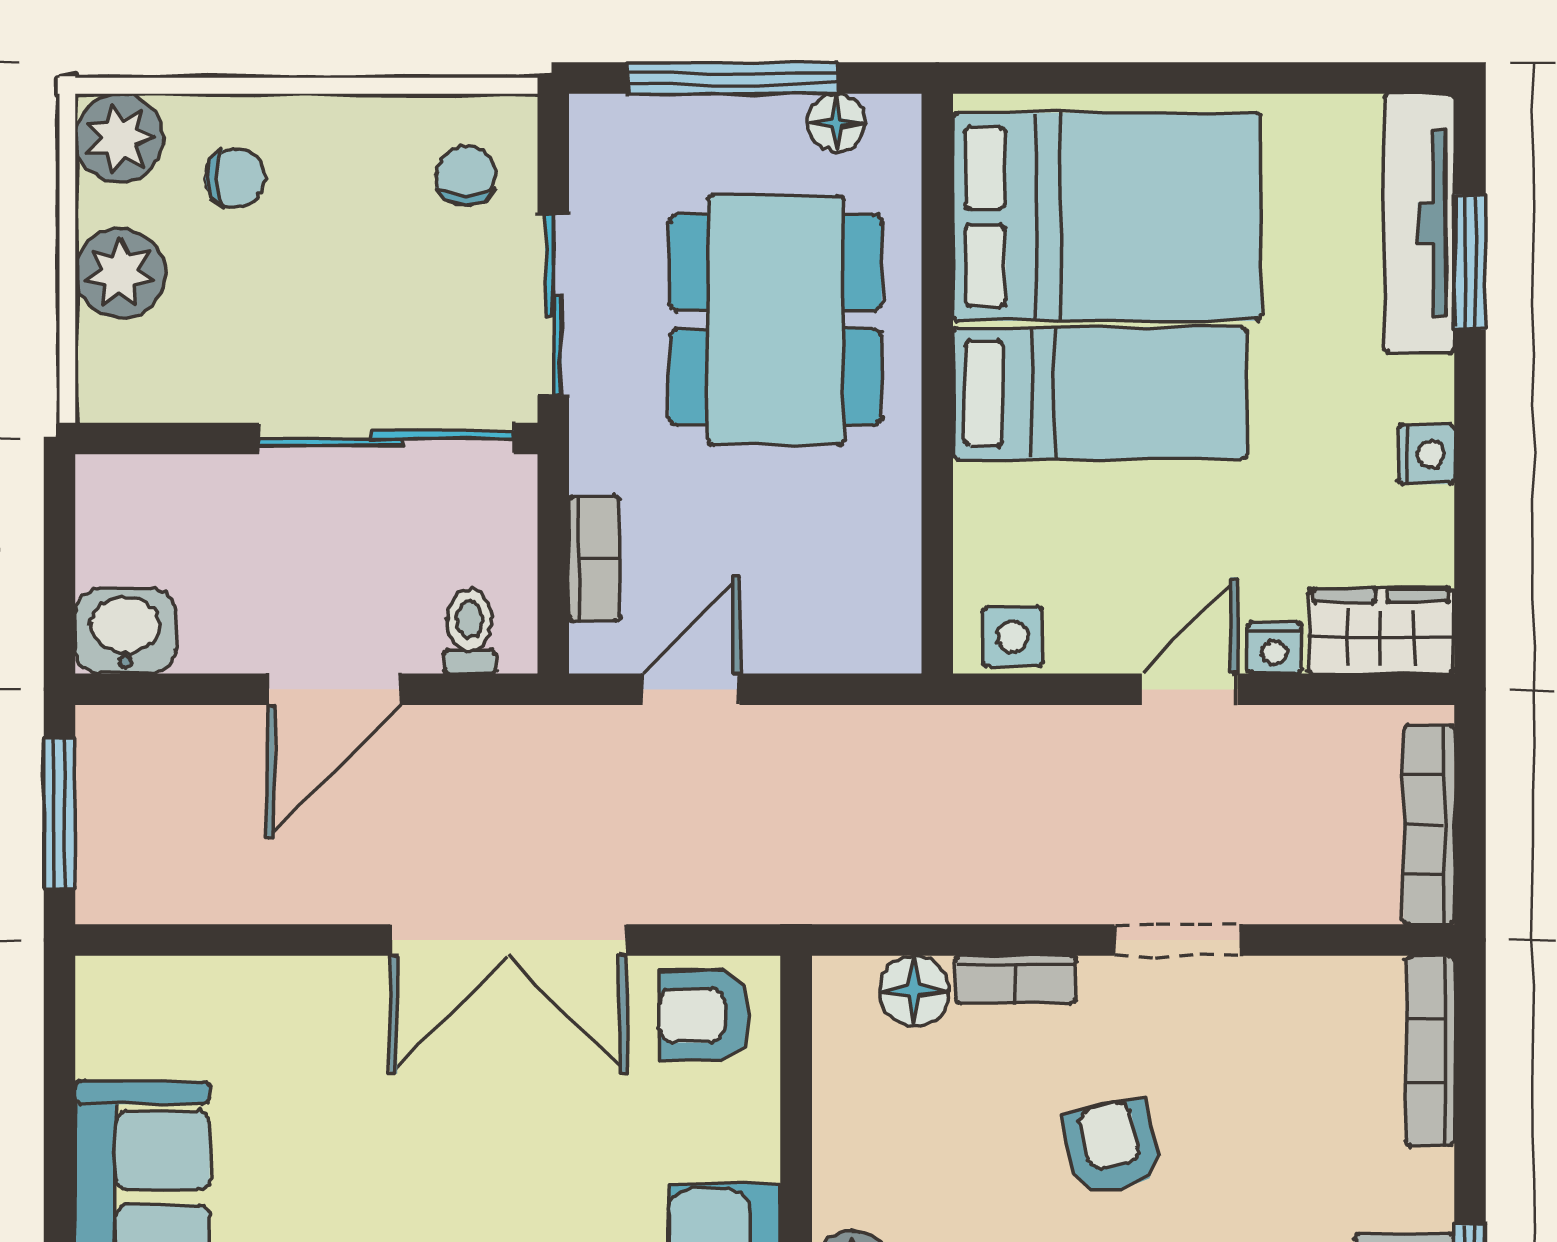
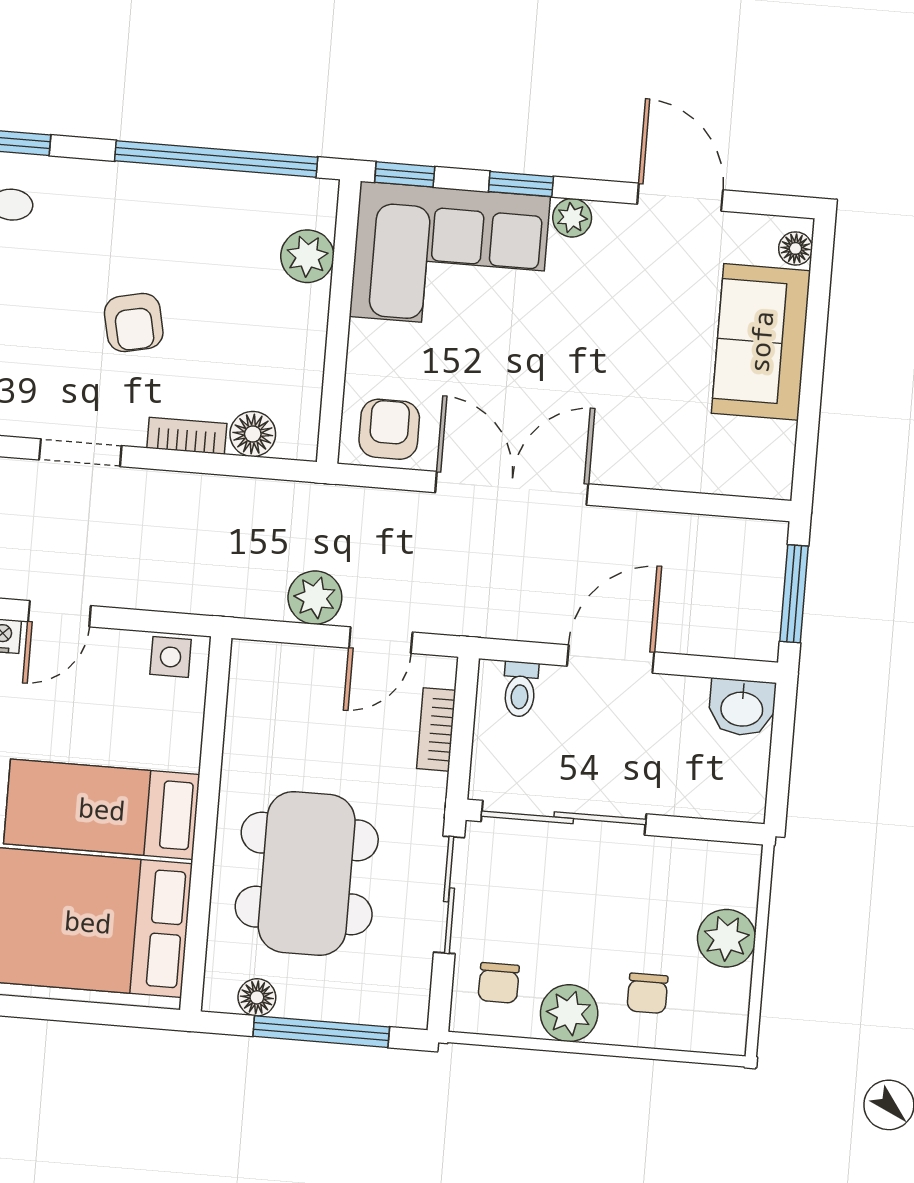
plant: (119, 138) -> (569, 1013), moved
chair: (235, 178) -> (647, 993), turned -90
plant: (798, 746) -> (315, 598), added
armchair: (705, 1015) -> (389, 429), turned -90

